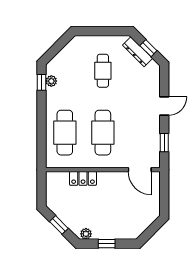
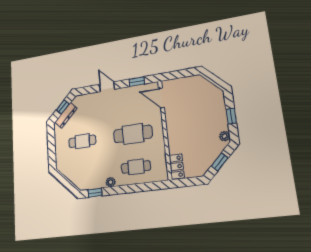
plant: (51, 81) -> (111, 182), moved
cafe table: (65, 133) -> (136, 167), width x0.73, depth x0.74
door: (140, 170) -> (161, 98), swing flipped
locker: (83, 178) -> (177, 166), moved

